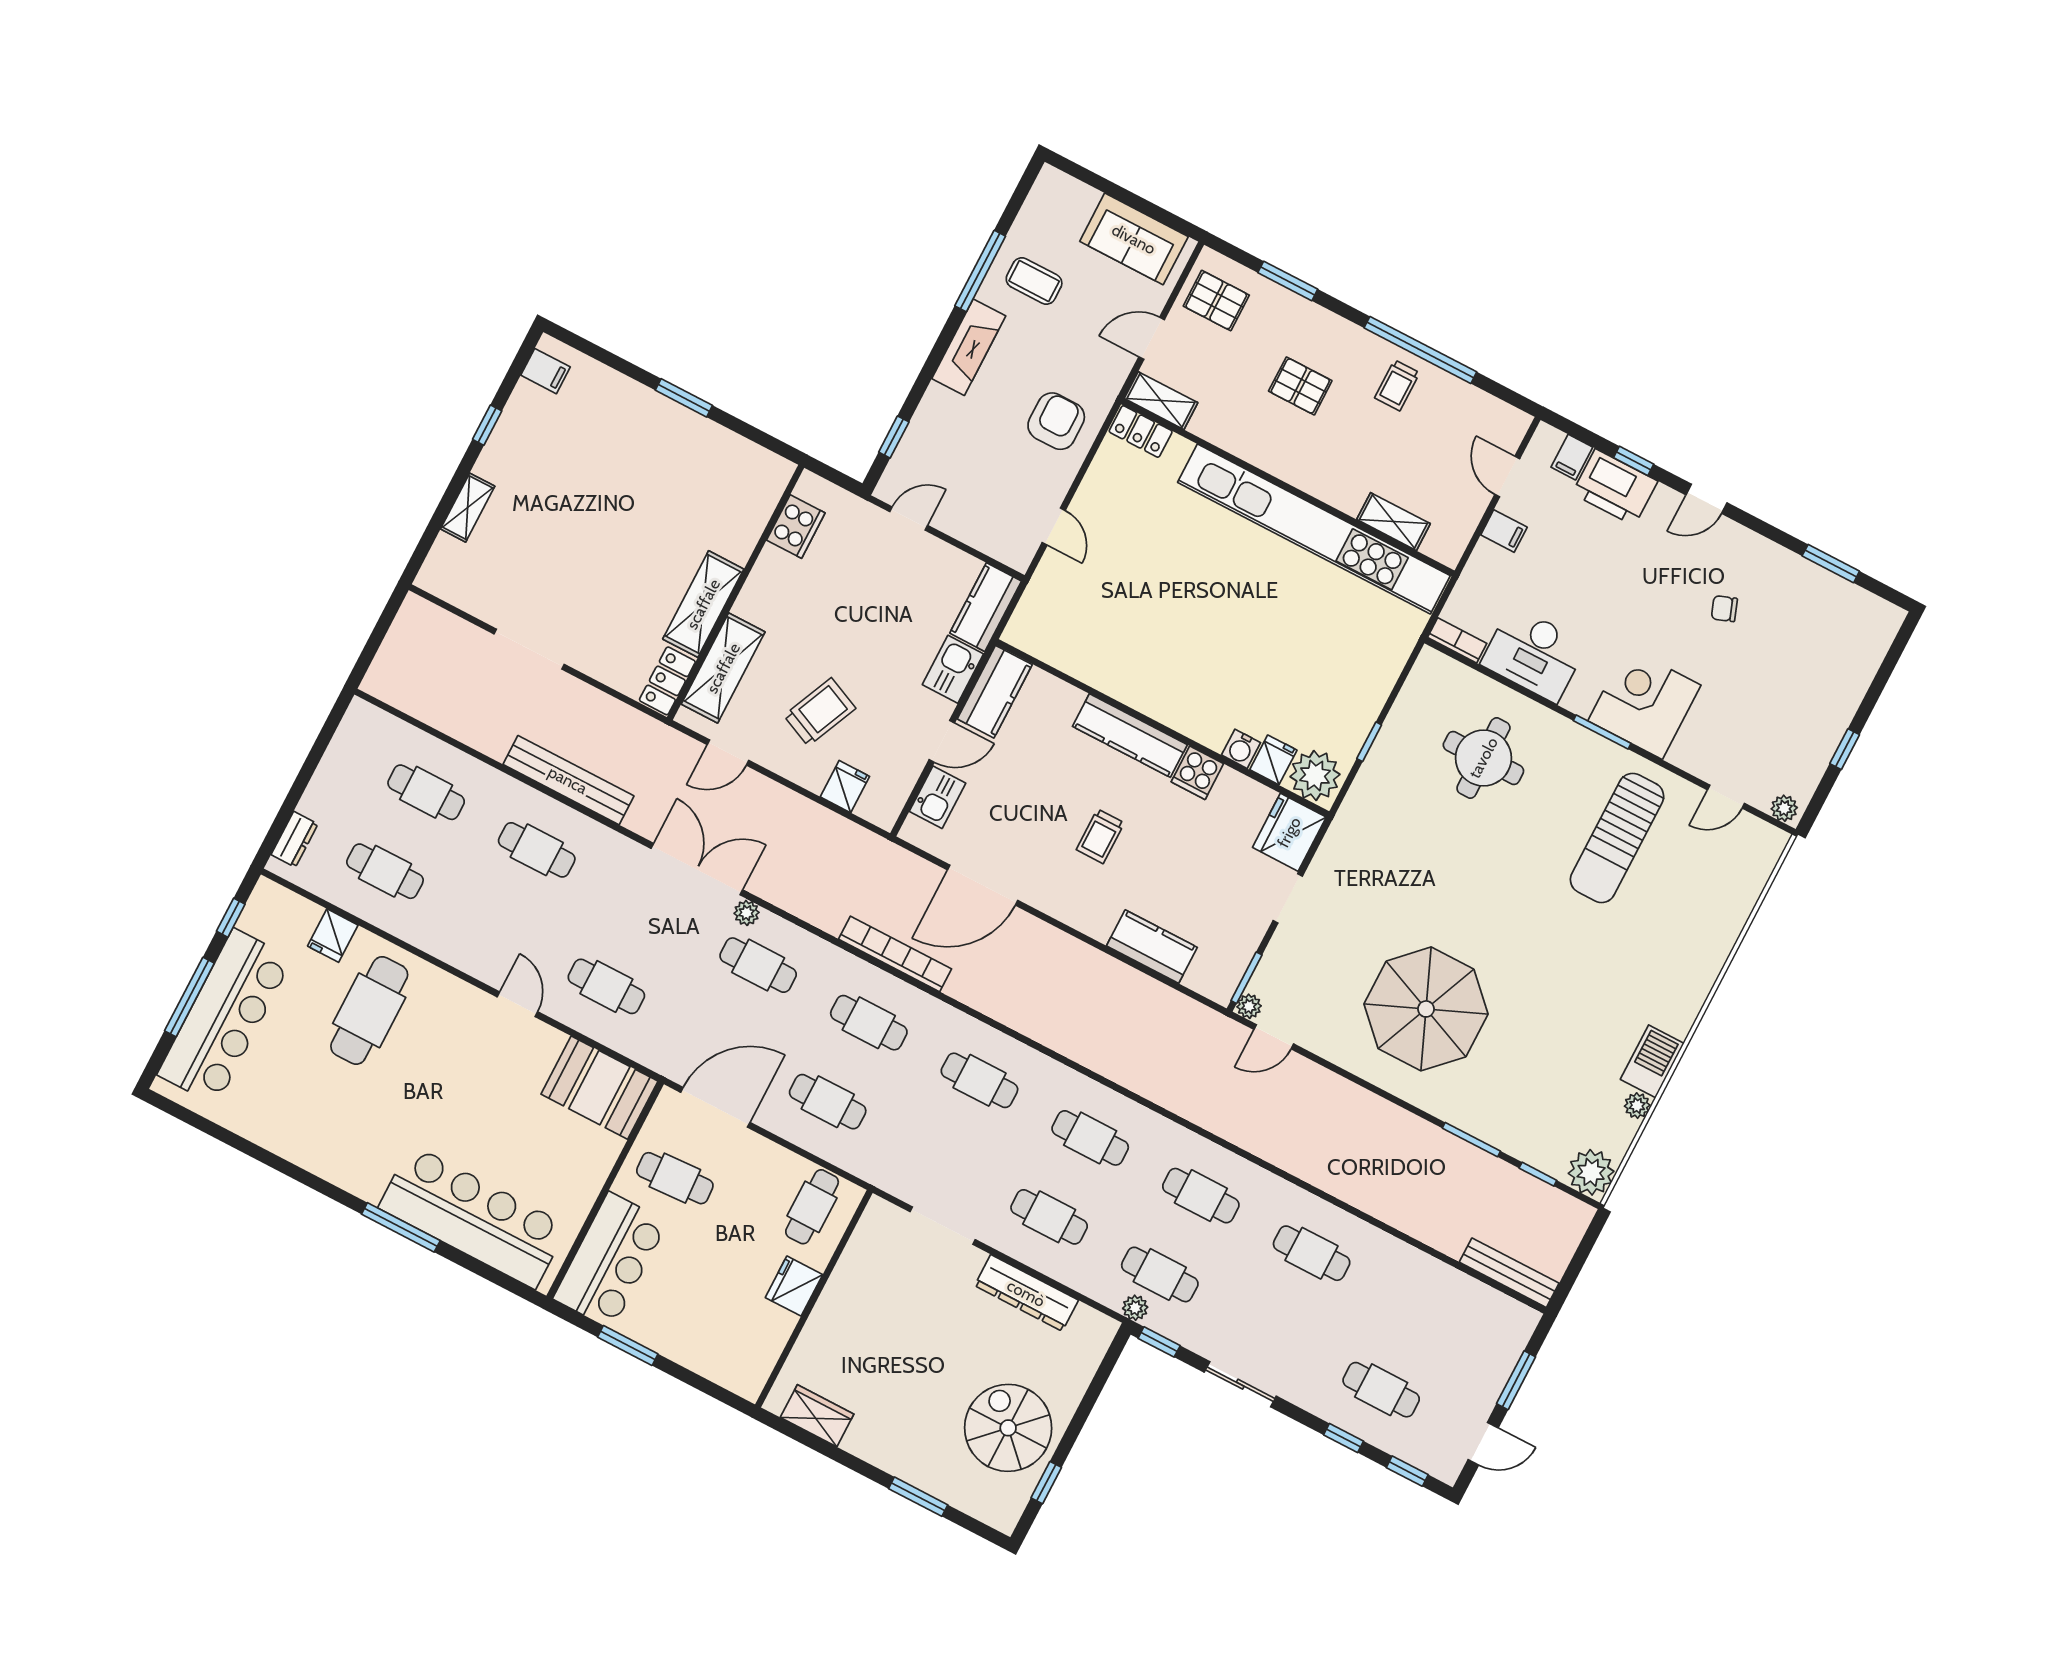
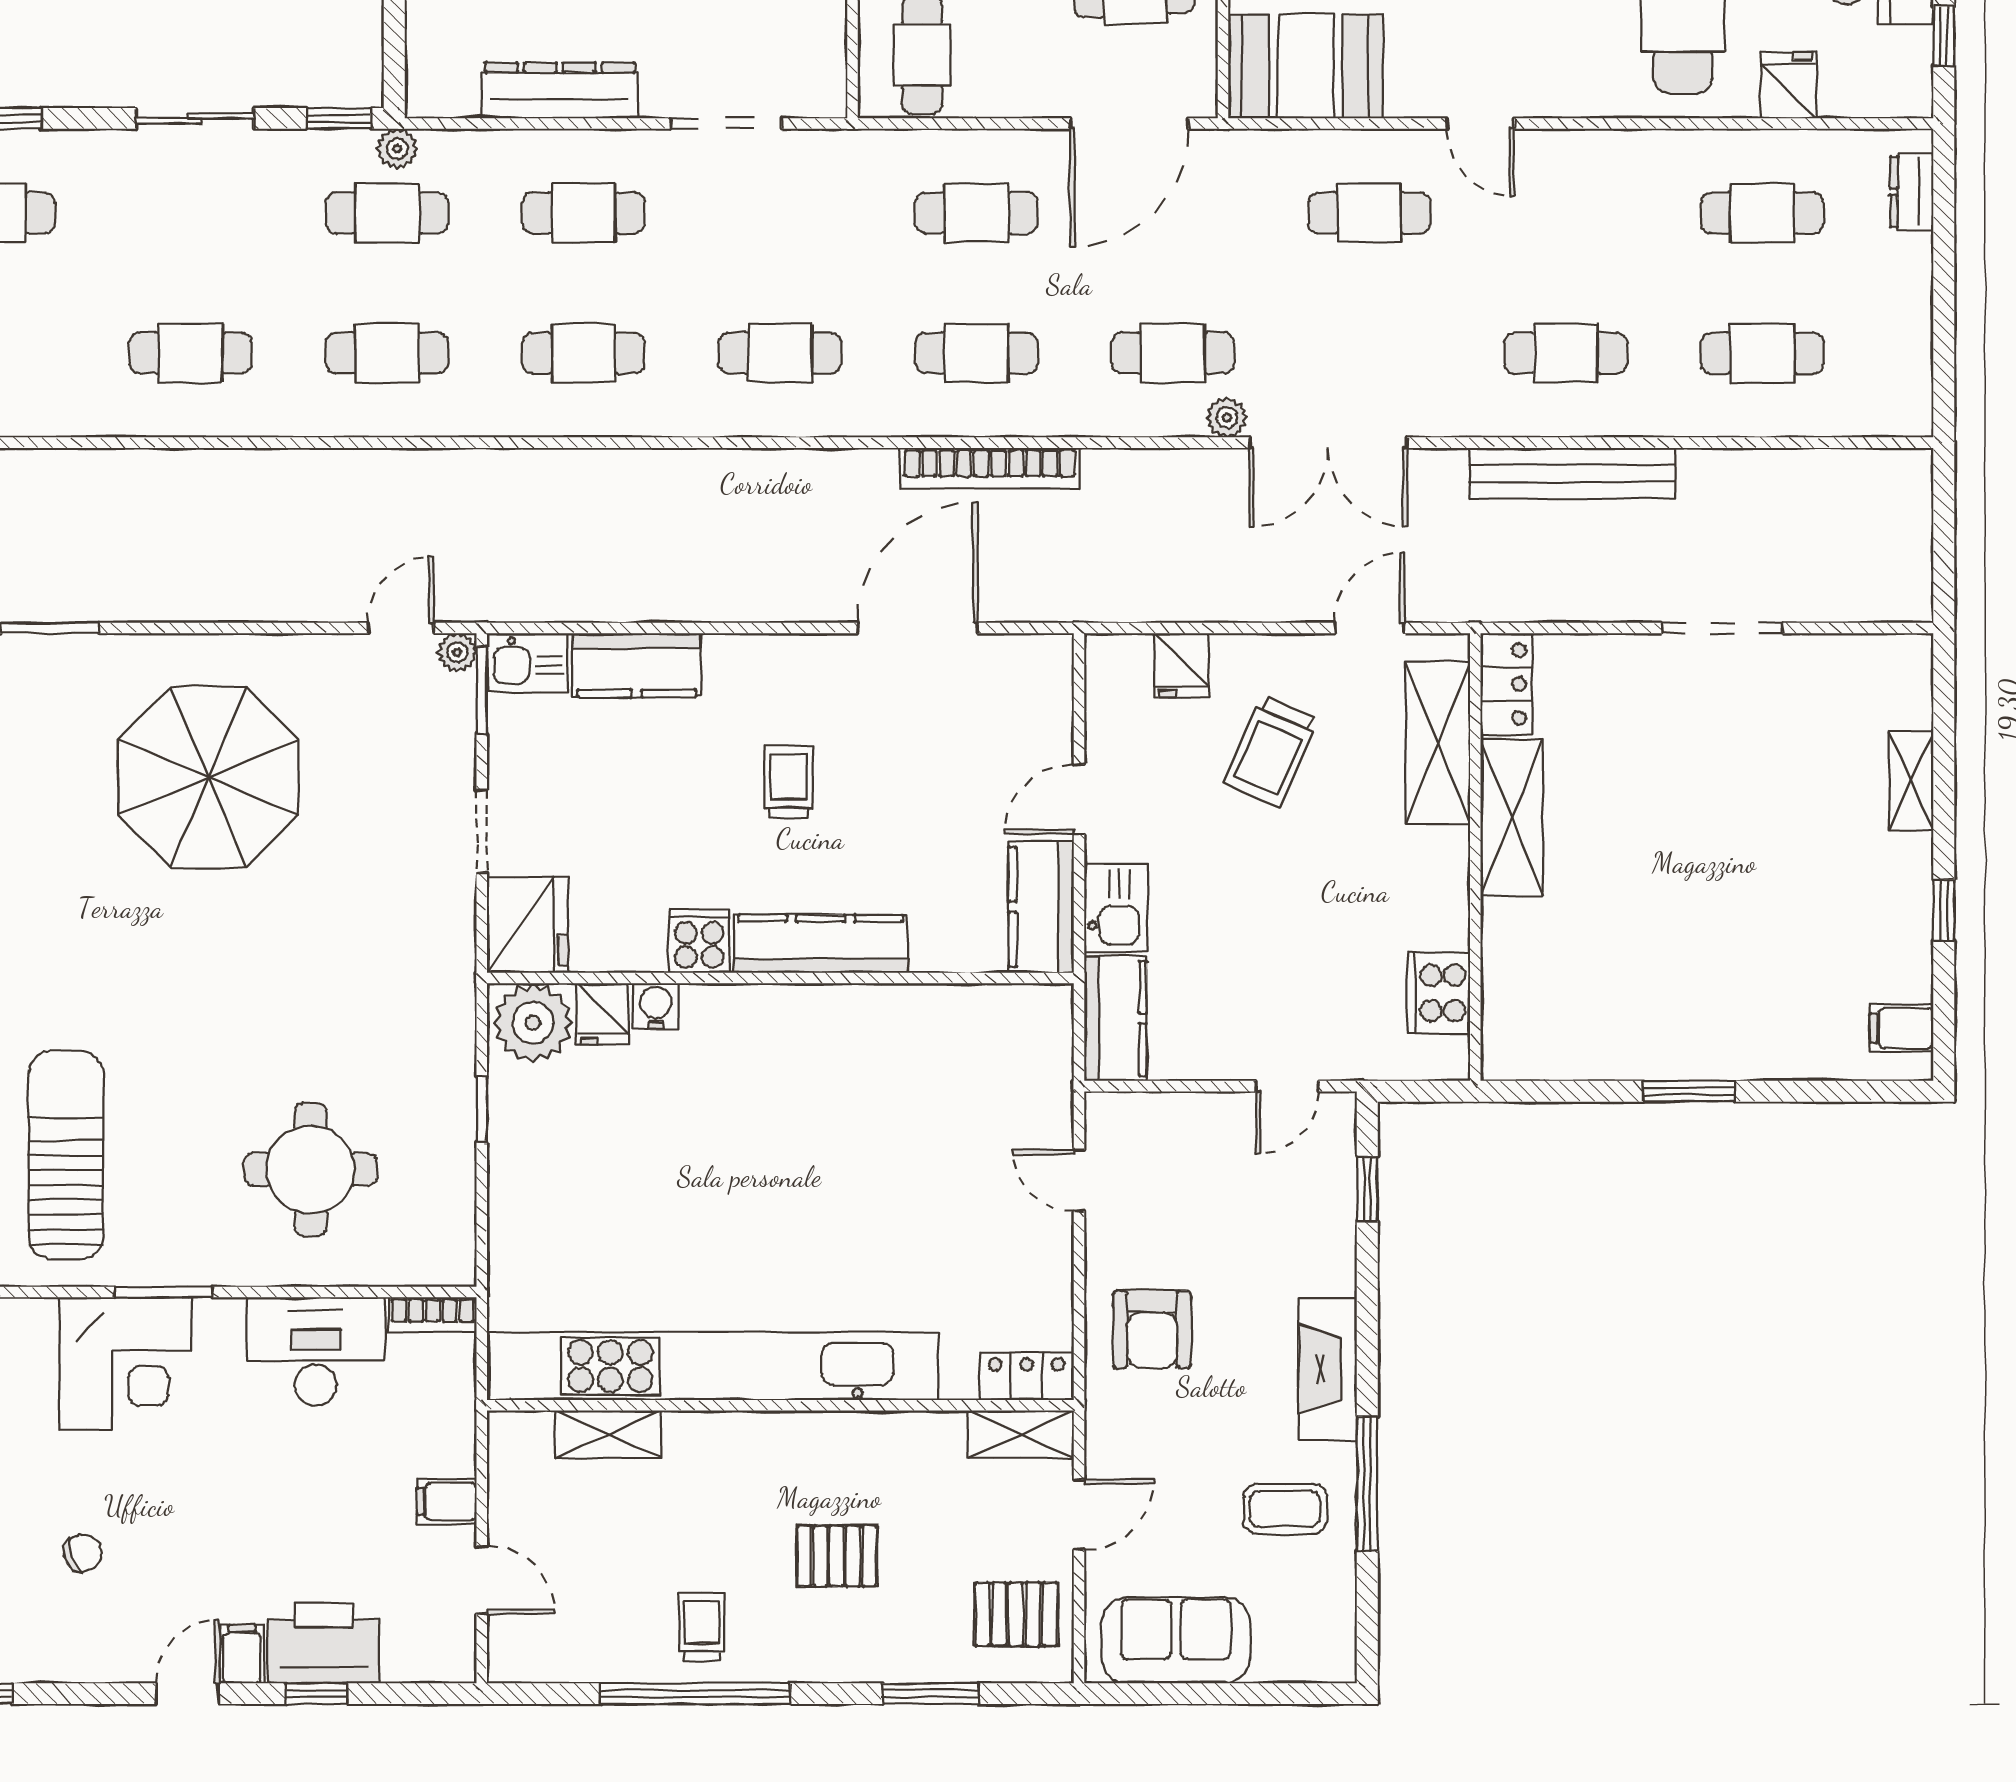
filing cabinet: (1572, 457) -> (242, 1654), moved
kitchen sink: (937, 797) -> (528, 662), moved, turned -90

